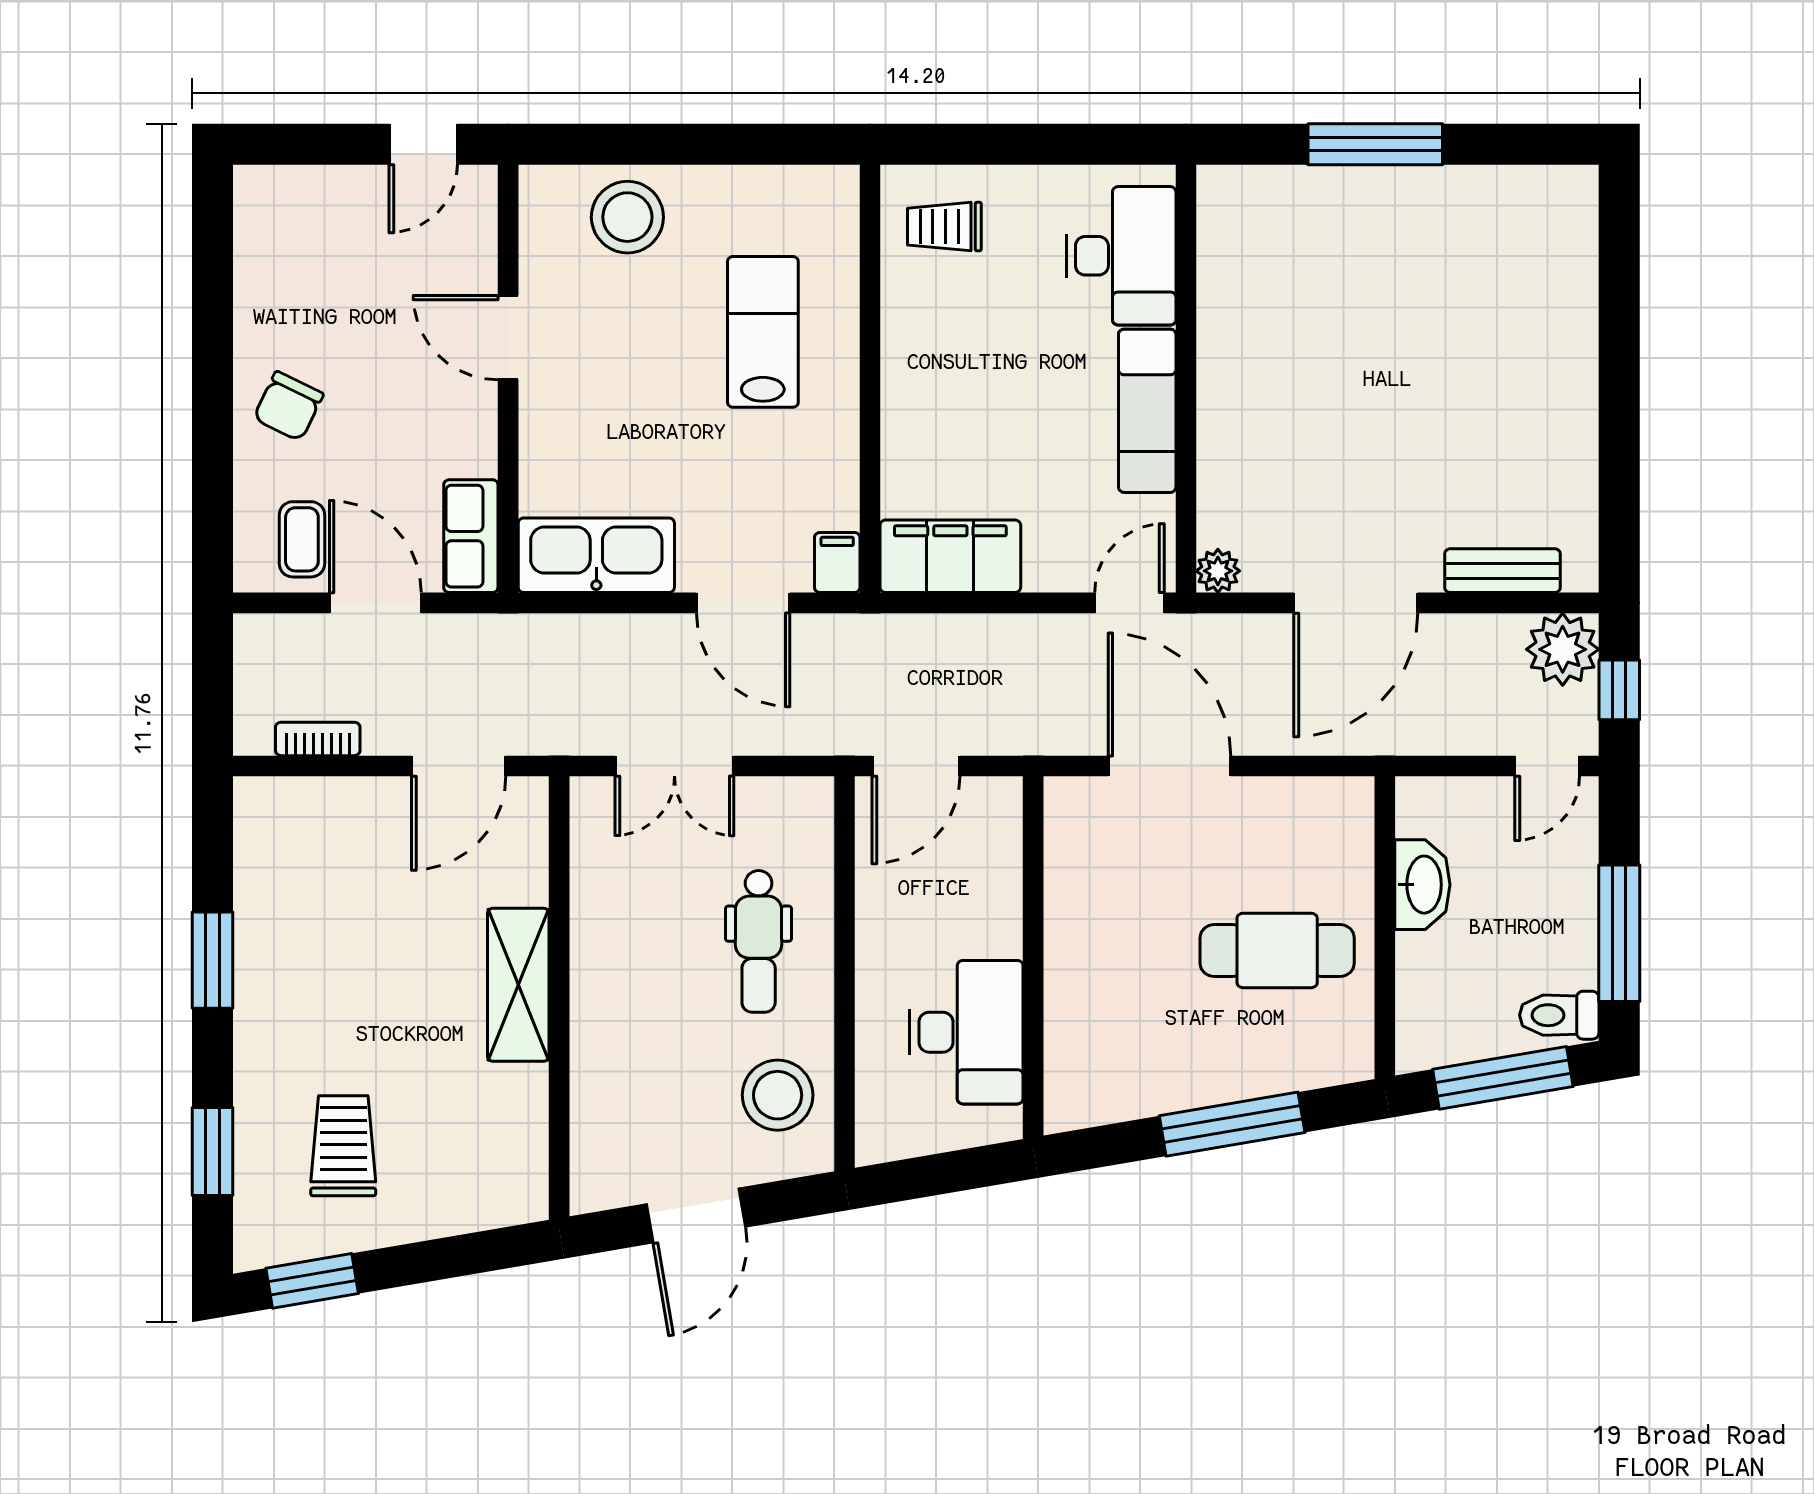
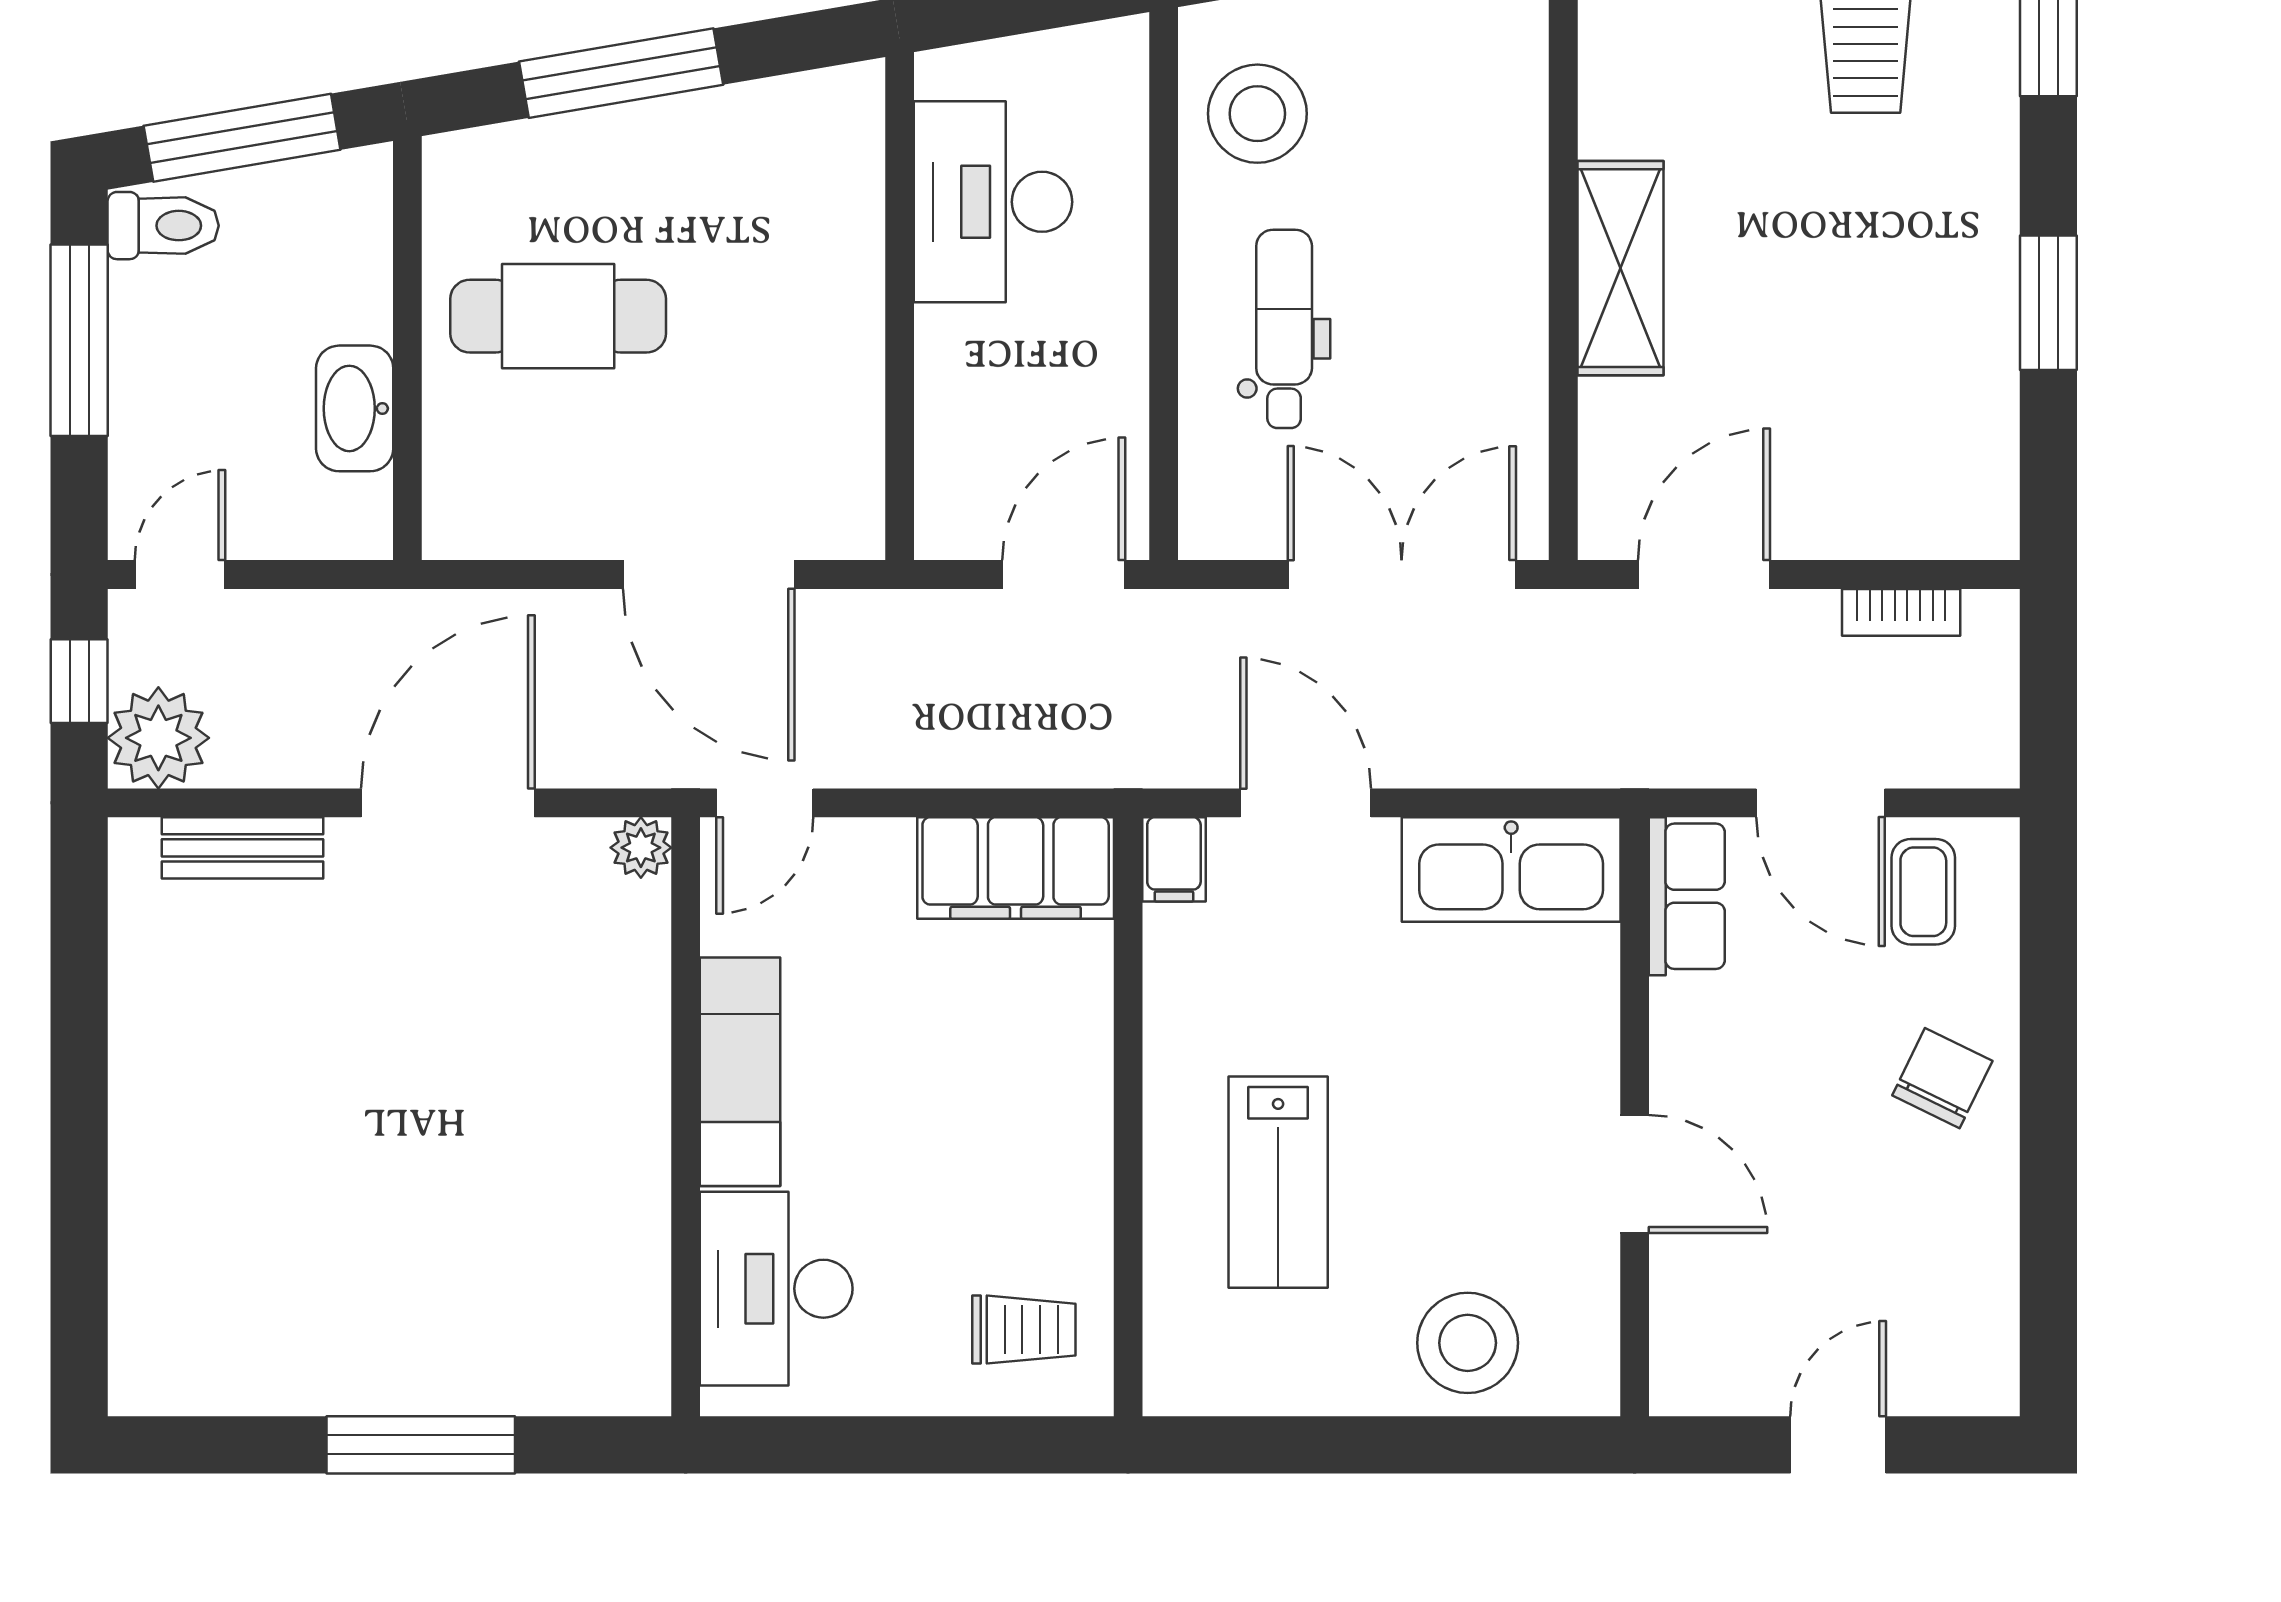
door: (423, 144) -> (1838, 1445), moved
double door: (674, 766) -> (1402, 574), width x1.37

